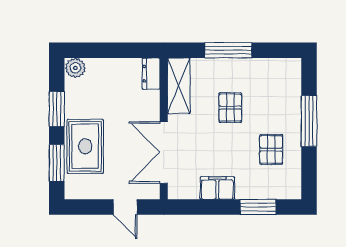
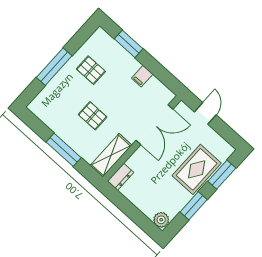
pallet: (230, 108) -> (93, 116), turned 90
pallet: (271, 149) -> (91, 70), turned 90
filing cabinet: (217, 188) -> (142, 76), width x0.50

